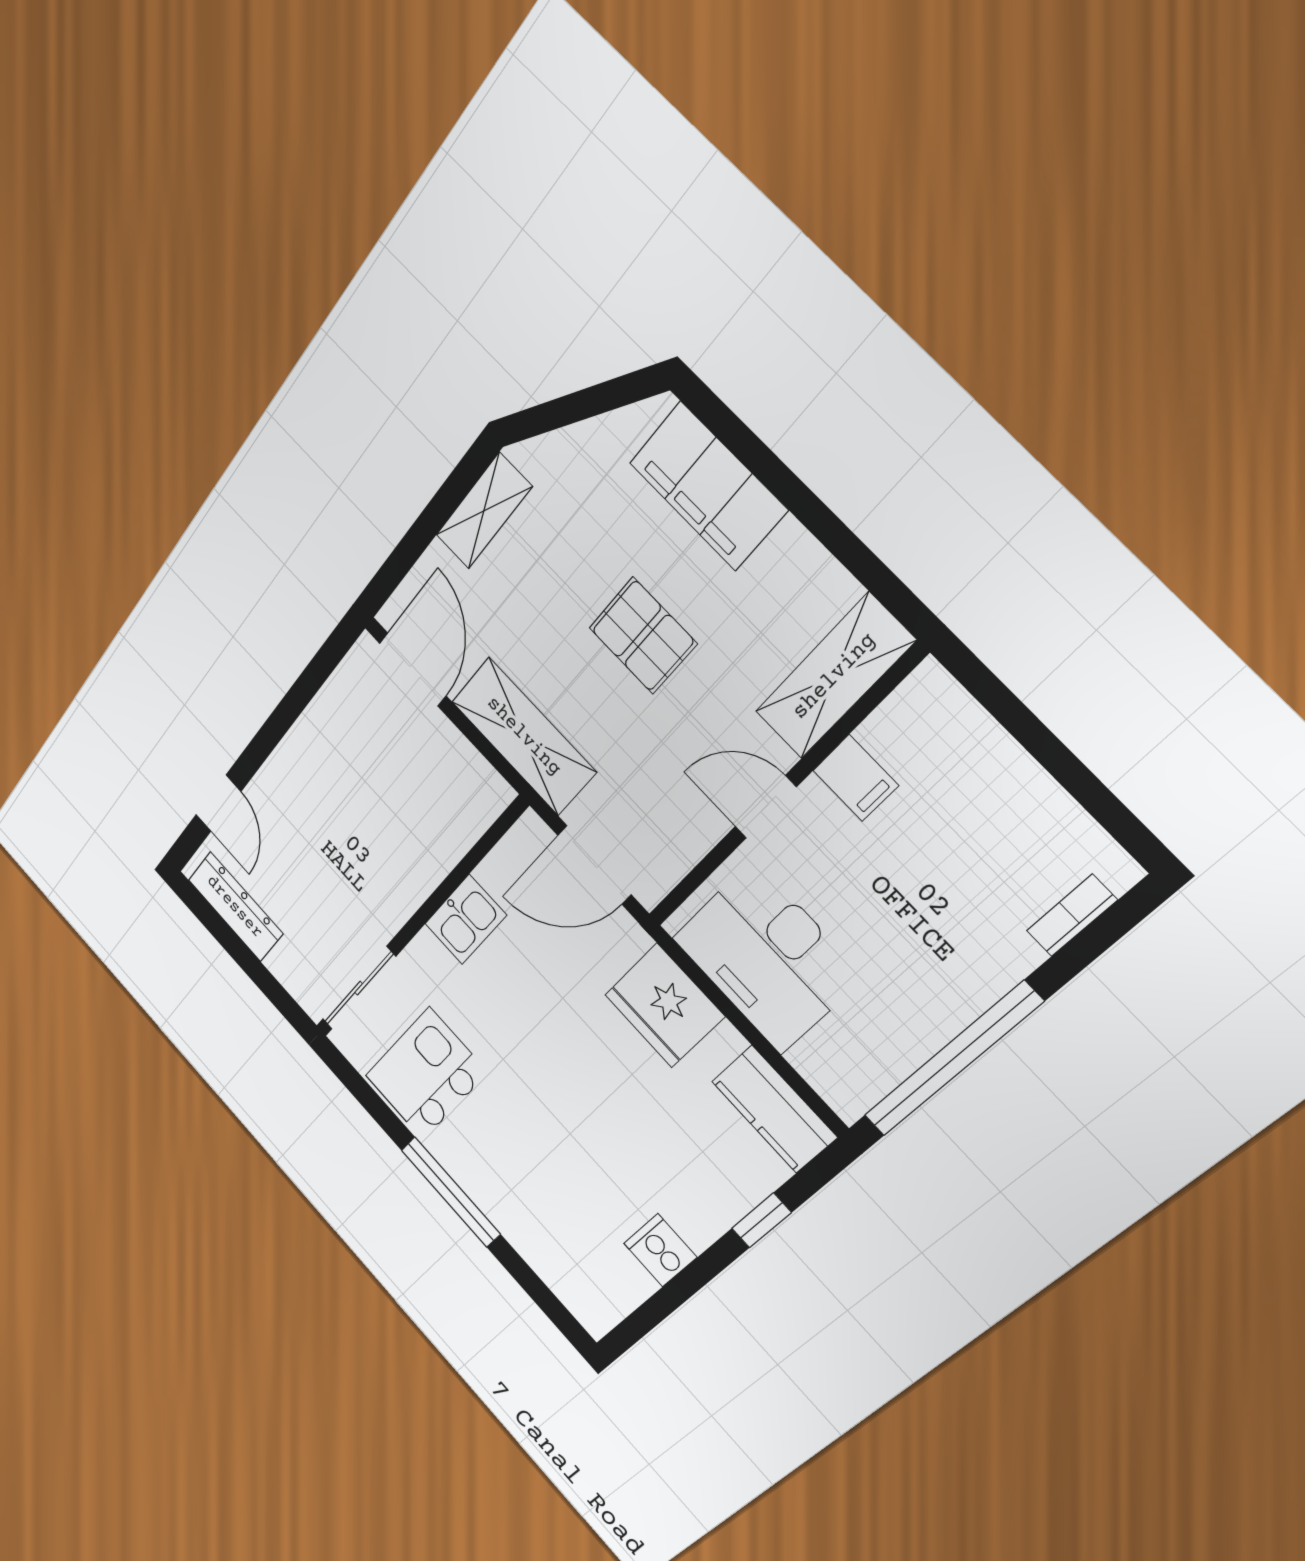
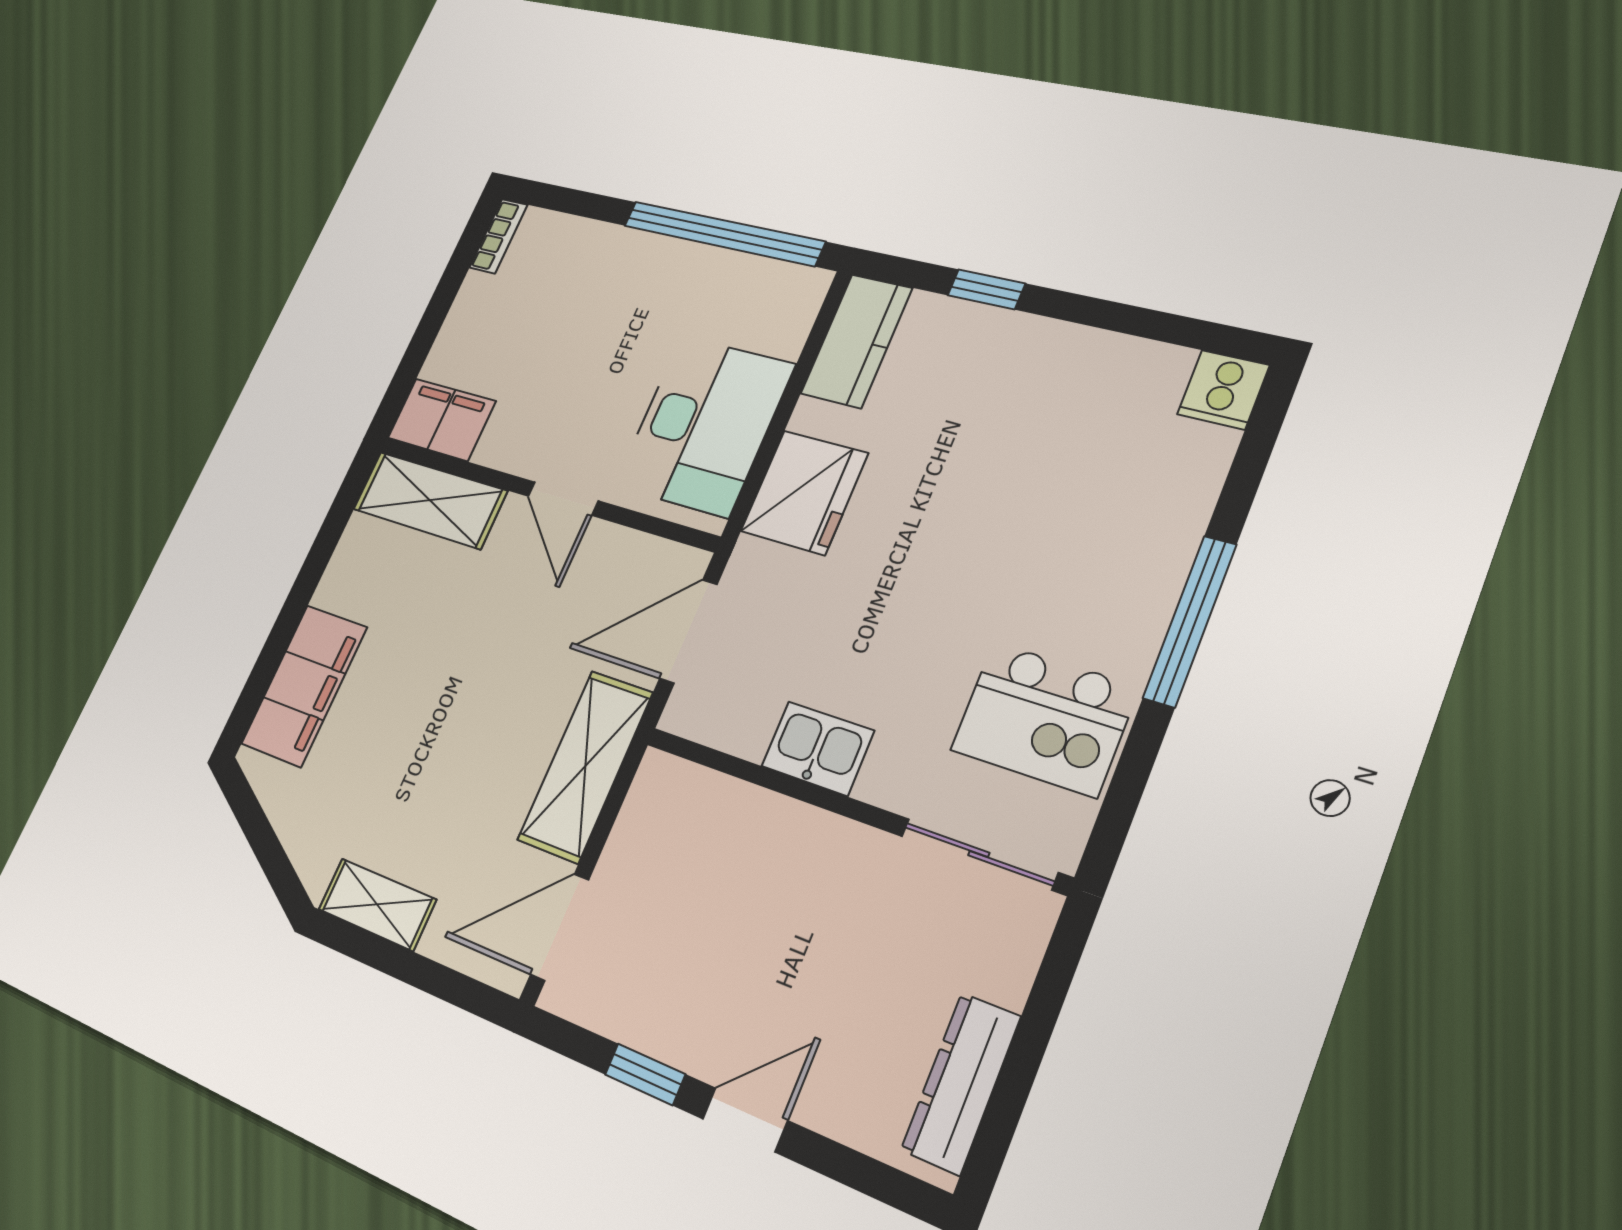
pallet: (643, 636) -> (447, 686), removed
window: (297, 699) -> (645, 1074), added
filing cabinet: (856, 778) -> (442, 420), moved, width x2.00
door: (218, 803) -> (745, 1120), moved
door: (594, 865) -> (688, 631), swing flipped
bookcase: (1072, 915) -> (499, 236), moved, turned -90
cooker: (660, 1250) -> (1223, 390), moved

